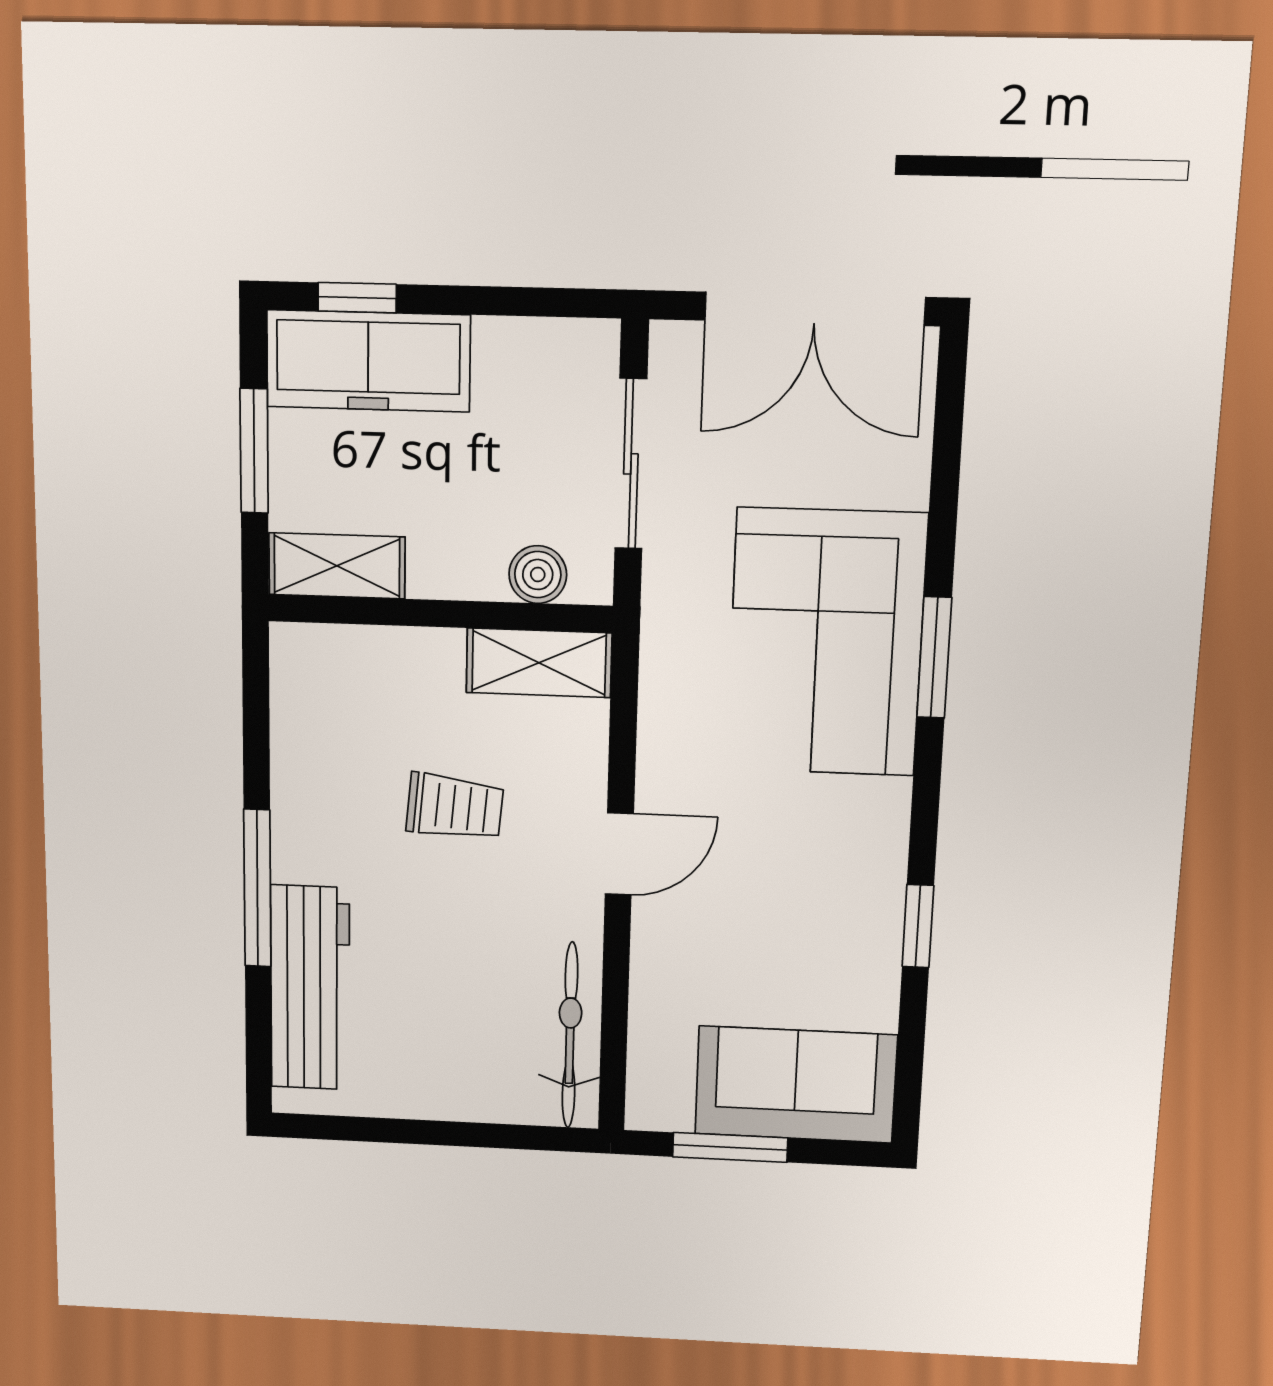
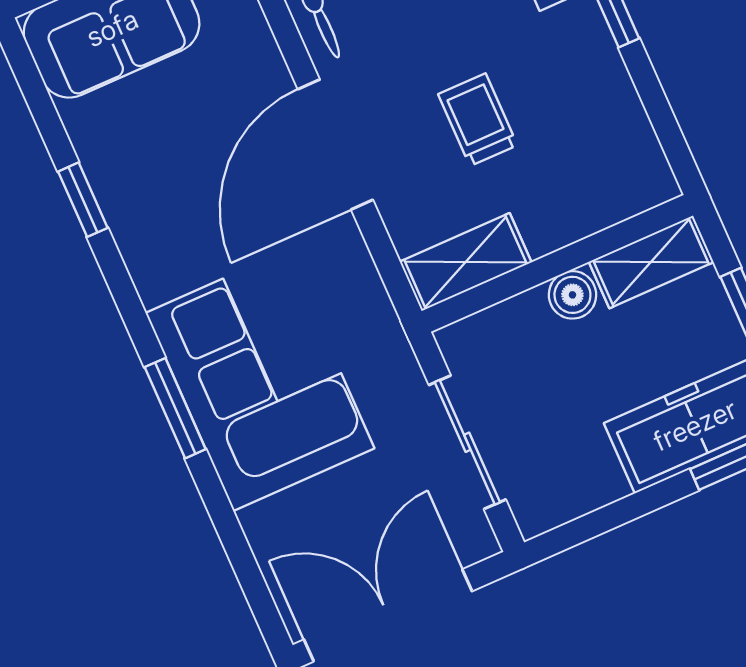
boiler: (538, 575) -> (572, 295), moved
trolley: (455, 807) -> (478, 120), turned 85
door: (619, 854) -> (335, 144), width x1.88

